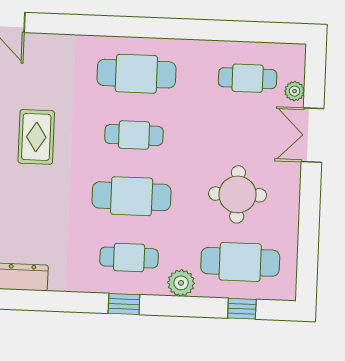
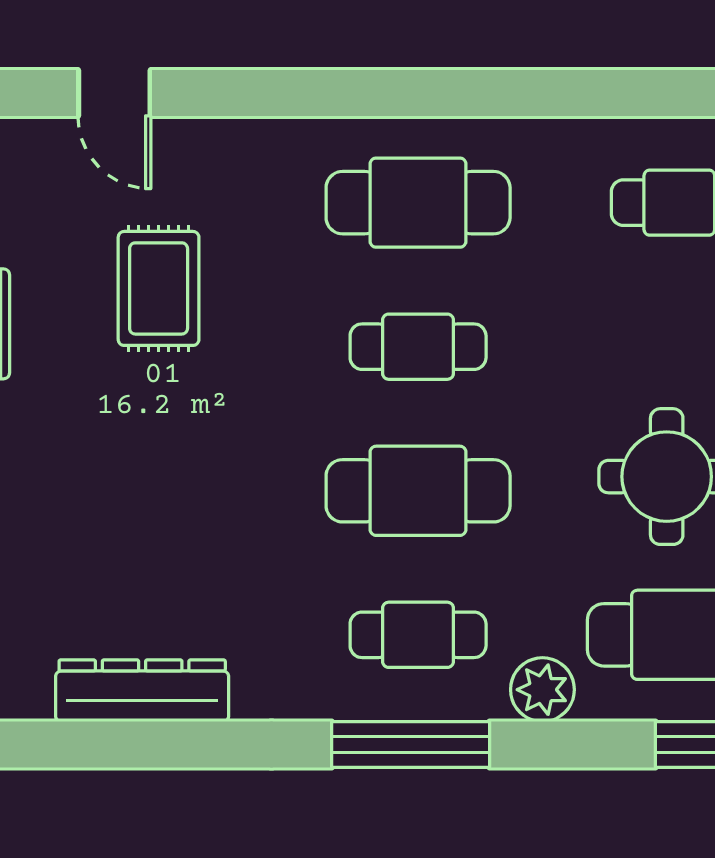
rug: (36, 137) -> (159, 288), moved
window: (124, 304) -> (411, 744), width x2.17

